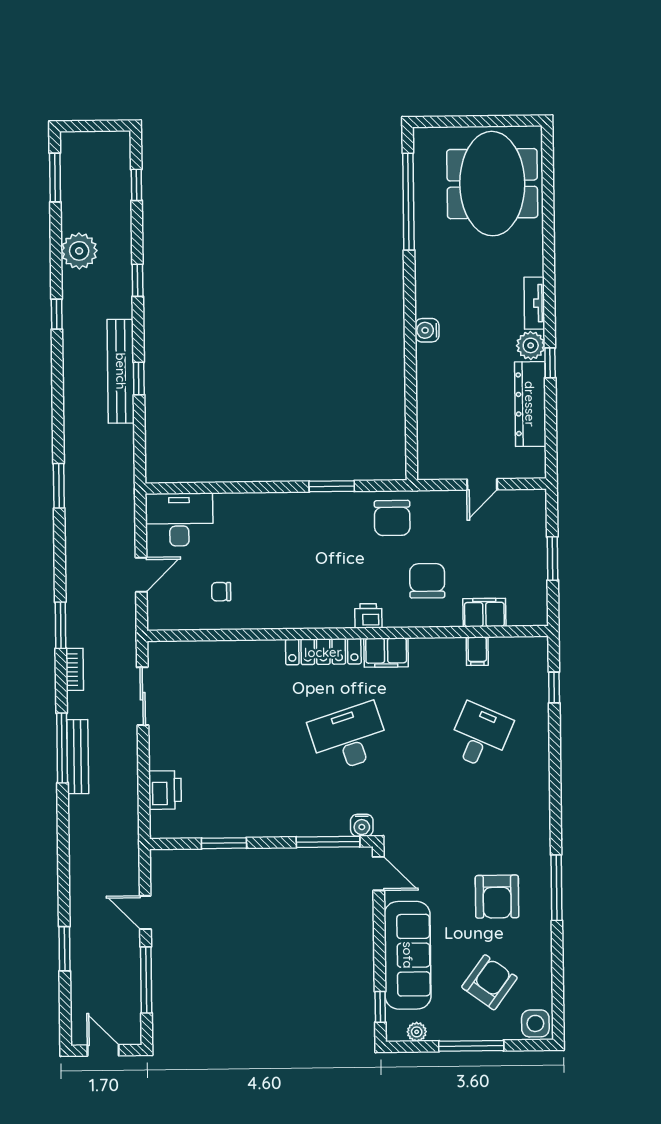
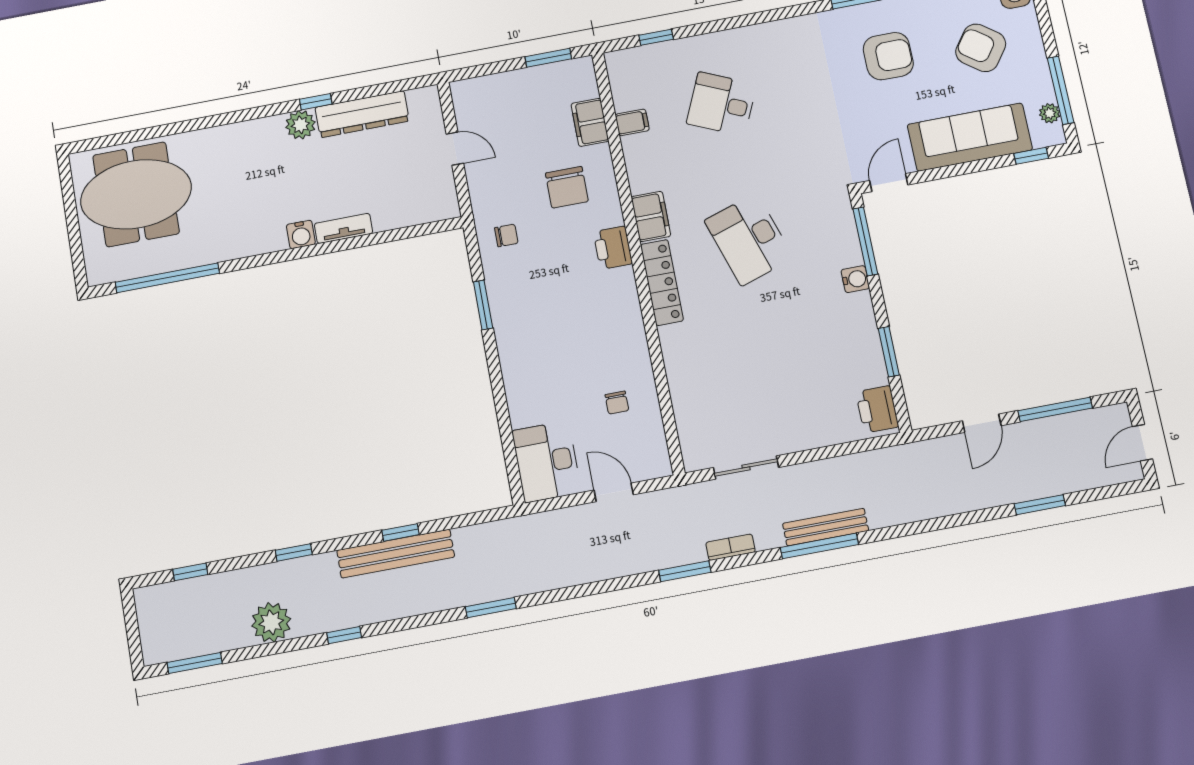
tv unit: (534, 303) -> (344, 228), moved, turned 180
window: (59, 486) -> (491, 608), moved
chair: (392, 518) -> (506, 235), width x0.54, depth x0.54
window: (552, 558) -> (548, 58), moved
chair: (427, 581) -> (567, 187), turned -90
printer: (368, 616) -> (613, 248), width x1.36, depth x1.24
printer: (165, 790) -> (877, 409), moved, turned -90
water cooler: (362, 825) -> (855, 279), moved
window: (471, 1046) -> (1061, 90), moved

